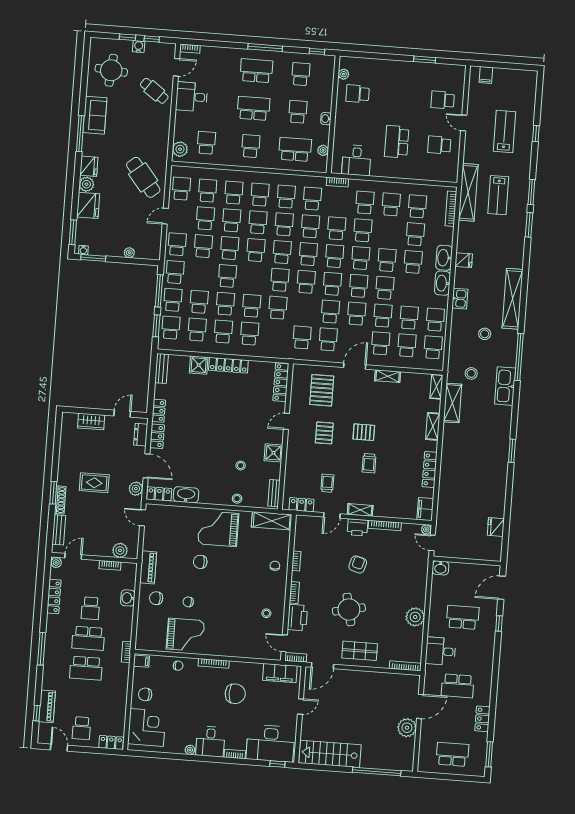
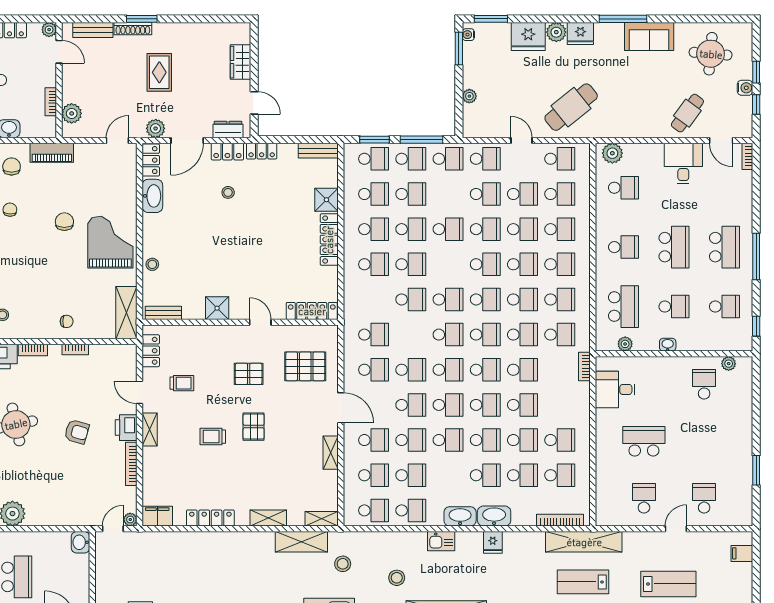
school desk: (365, 202) -> (523, 440), moved
stool: (241, 466) -> (228, 192), moved

